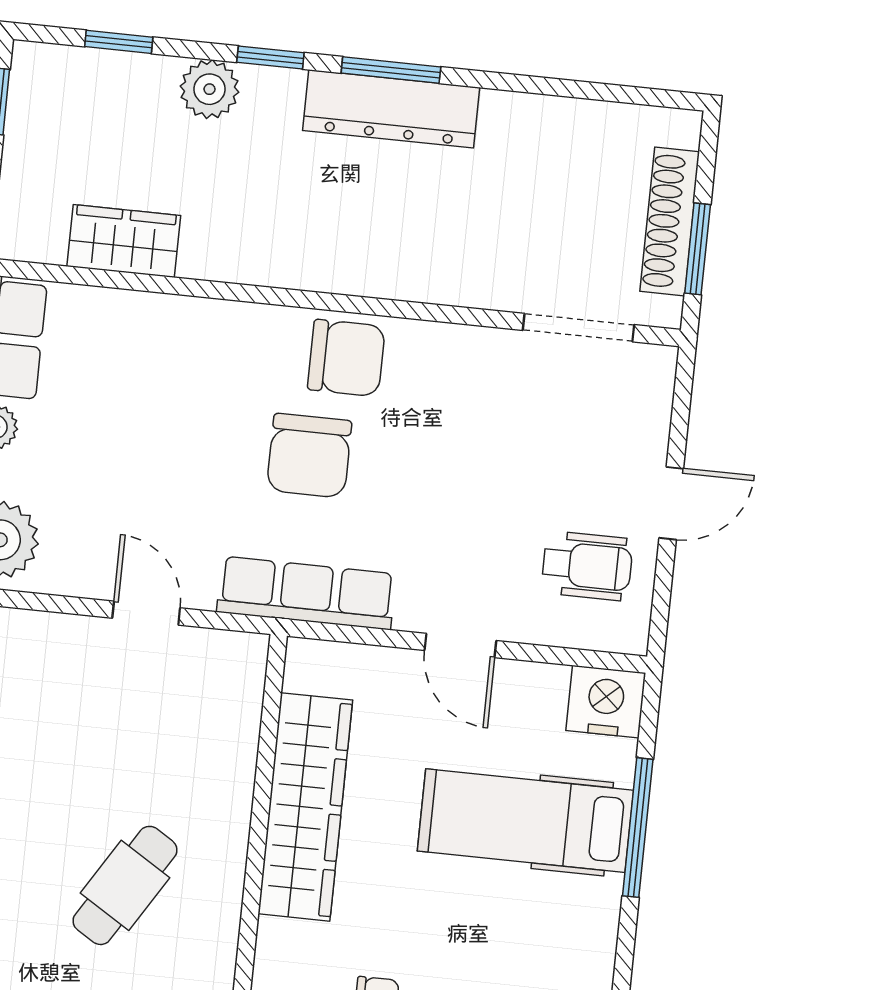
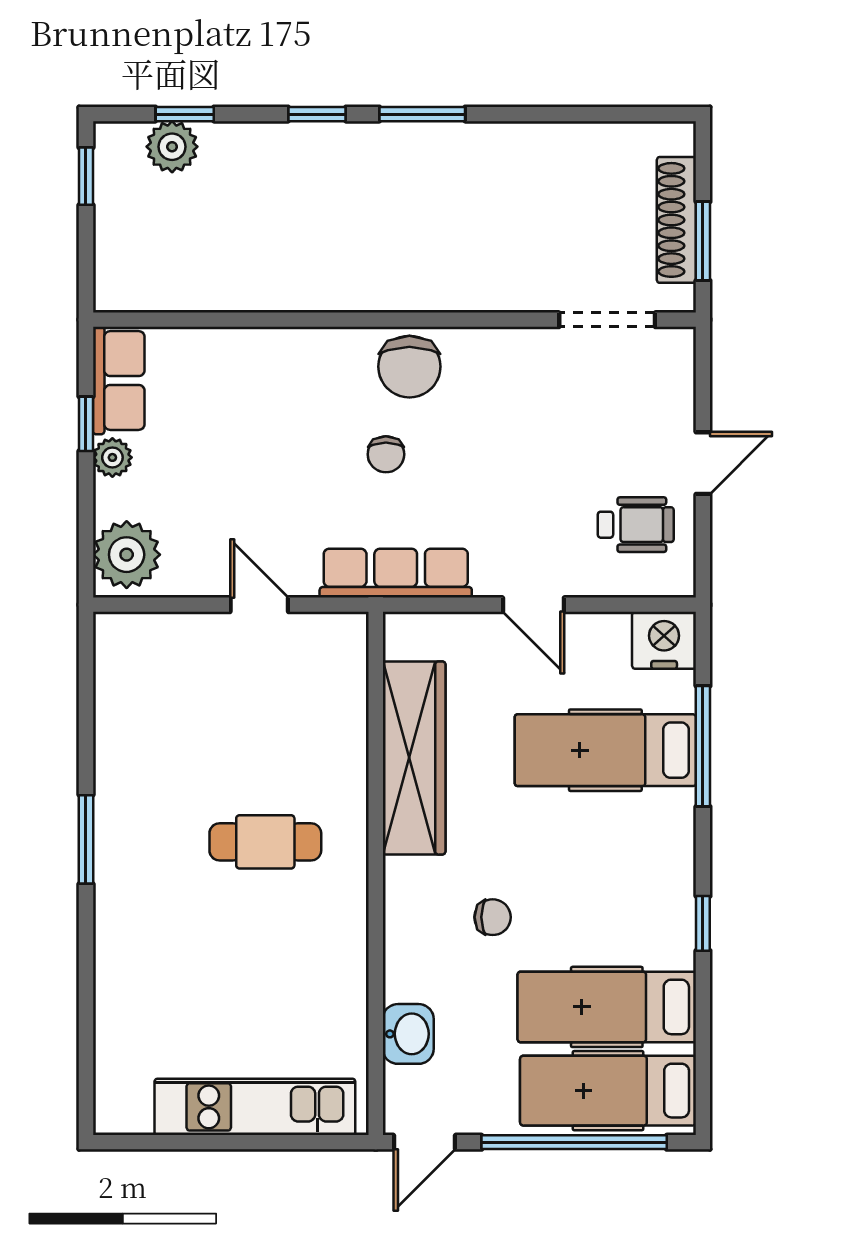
plant: (209, 89) -> (172, 147), moved
dresser: (391, 109) -> (426, 148), removed
wardrobe: (124, 241) -> (207, 286), removed
chair: (346, 358) -> (409, 367), turned 90
chair: (309, 456) -> (386, 454), width x0.54, depth x0.54
cafe table: (125, 885) -> (265, 842), turned 58

